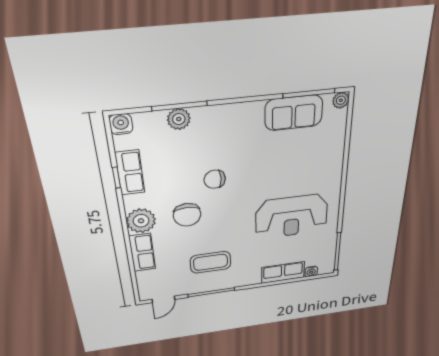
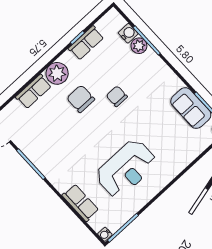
water cooler: (121, 124) -> (128, 33), moved
chair: (187, 215) -> (81, 99), turned 90
reception desk: (292, 216) -> (126, 169), turned -90
coffee table: (211, 262) -> (55, 143), removed
water cooler: (311, 271) -> (105, 234), moved

